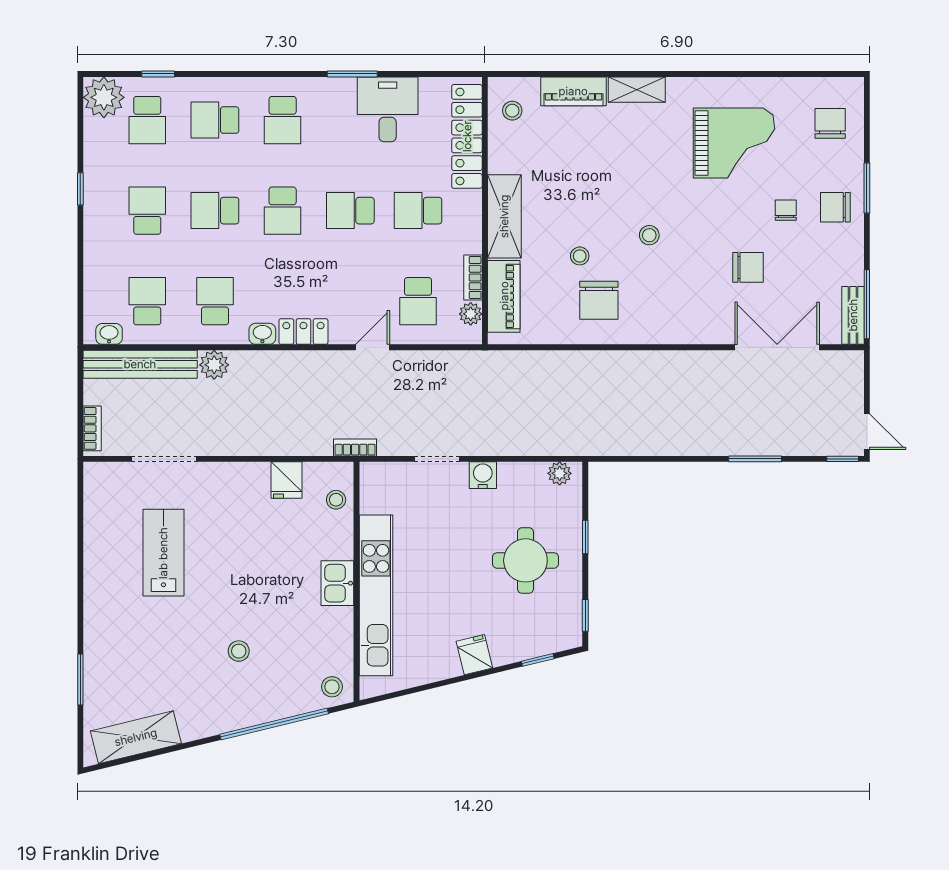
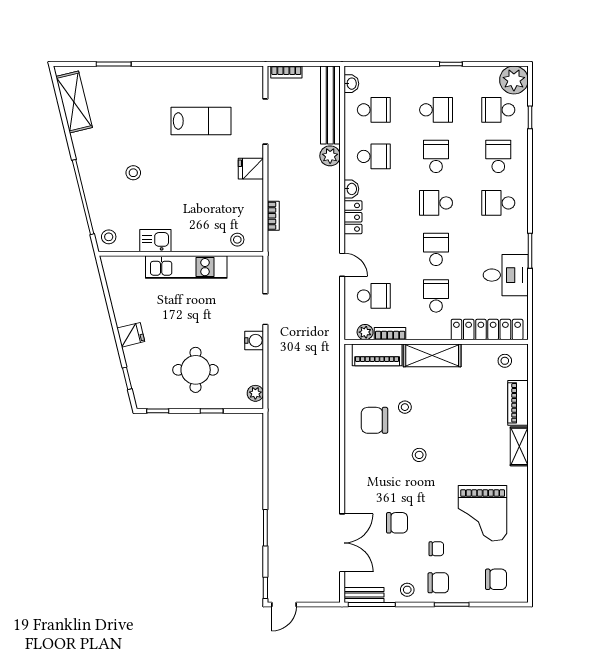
chair: (835, 207) -> (438, 583), turned 90
stool: (845, 253) -> (407, 590), added
chair: (748, 267) -> (397, 523), turned -90
school desk: (418, 301) -> (374, 296), turned 180
bookcase: (355, 448) -> (273, 216), moved
fridge: (286, 480) -> (251, 169), moved
kitchen sink: (337, 583) -> (155, 241), moved
kitchen unit: (376, 595) -> (186, 267), width x0.73

